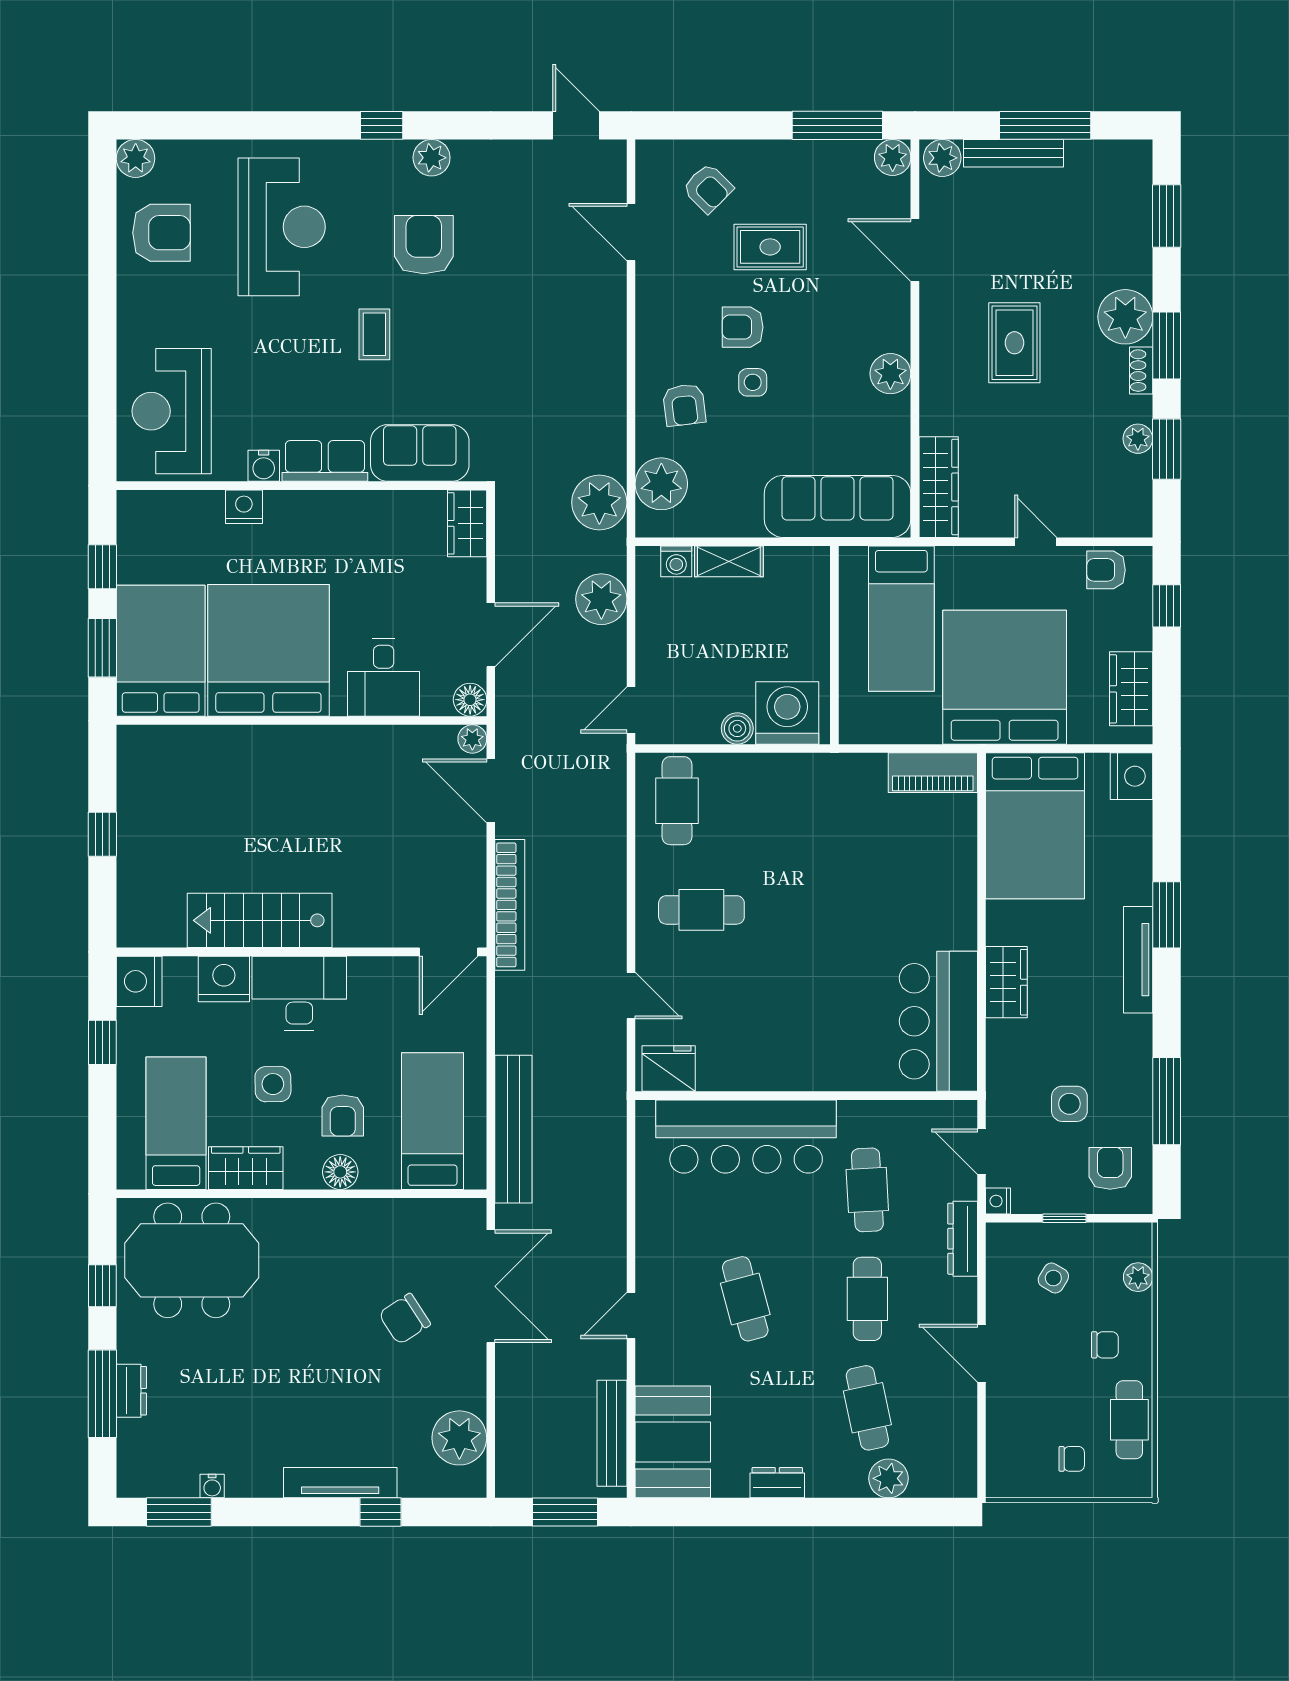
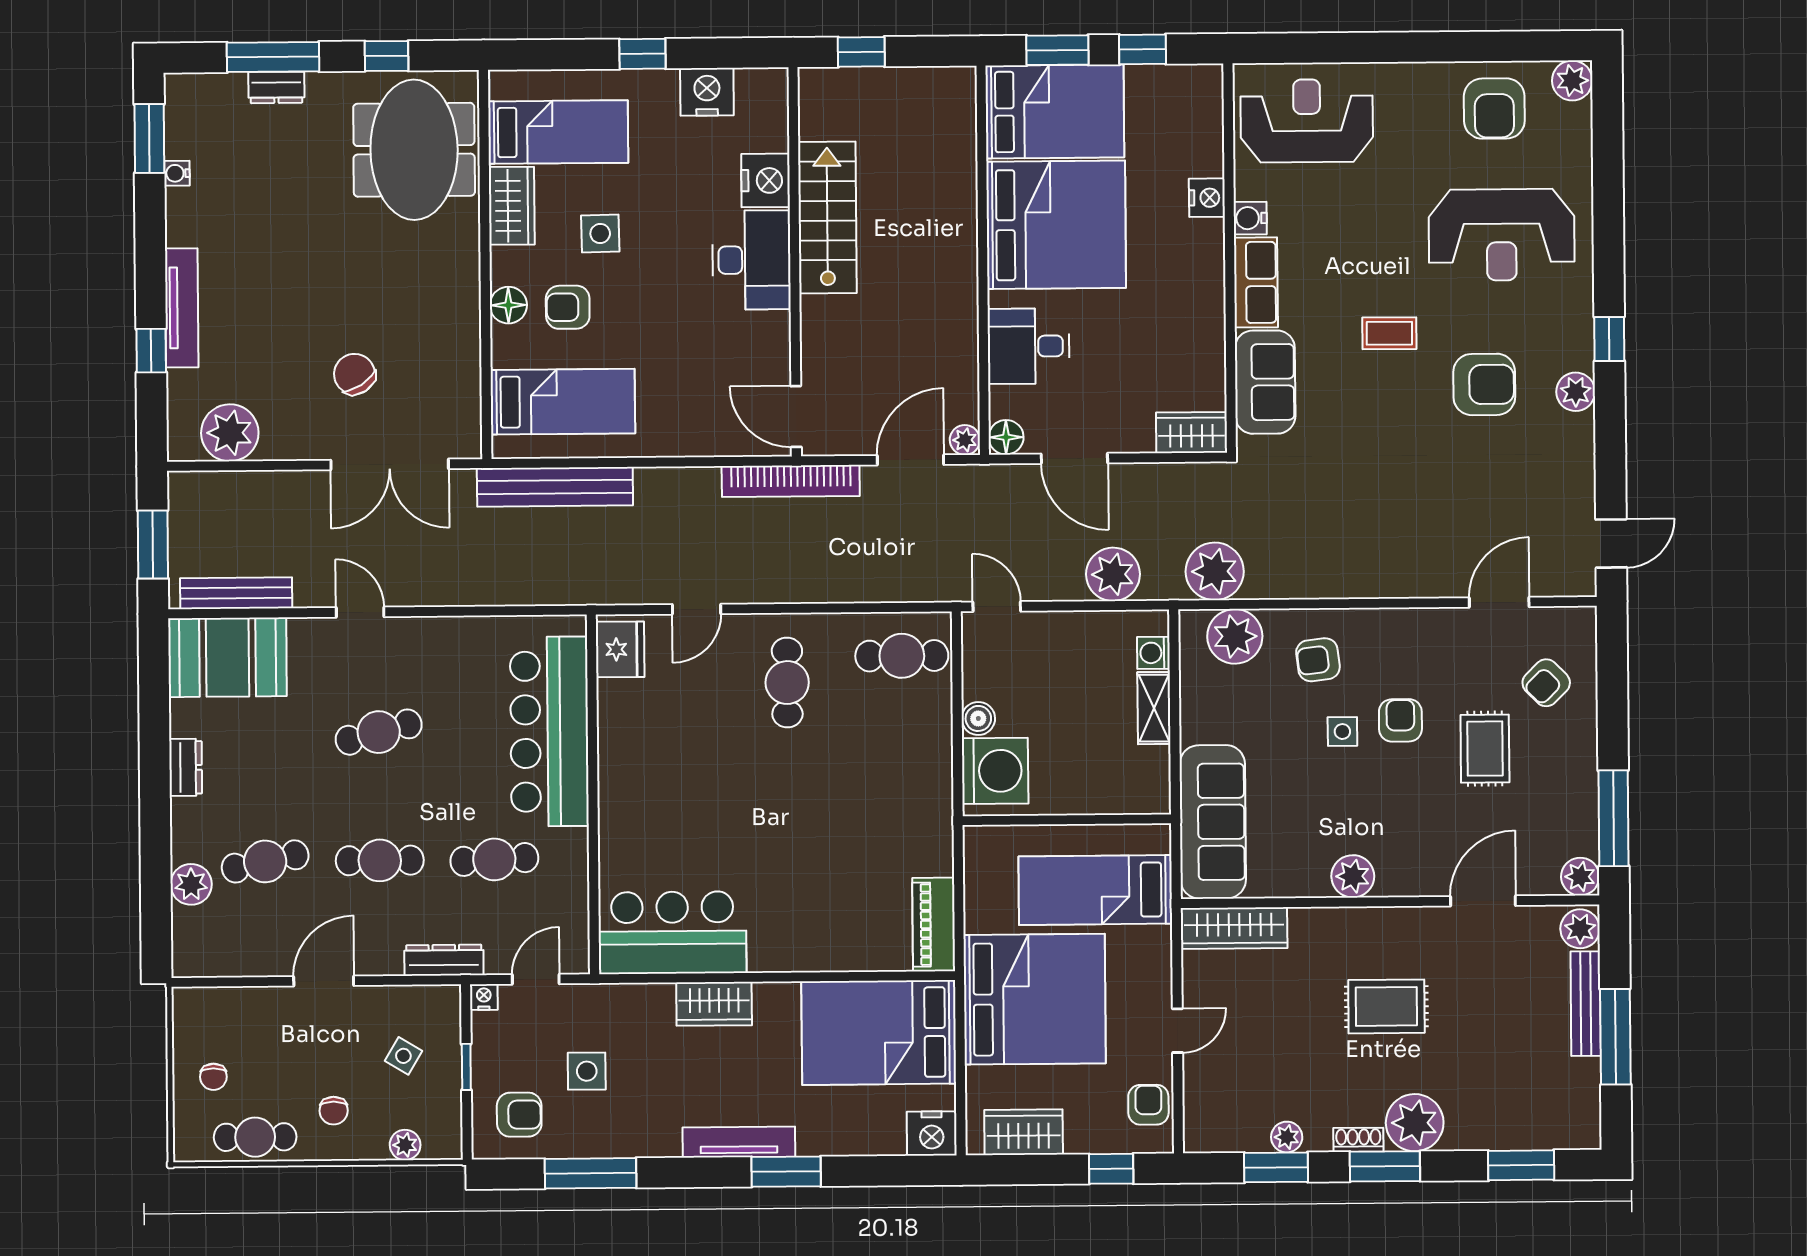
stairs: (260, 920) -> (827, 217), moved
wall: (301, 952) -> (795, 262), moved
door: (449, 952) -> (796, 417), moved
nightstand: (224, 979) -> (766, 180), moved
desk: (299, 993) -> (751, 260), moved

